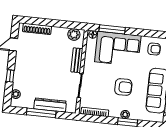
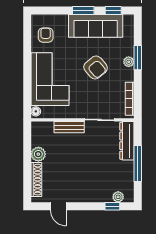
window: (112, 29) -> (27, 88), removed
plant: (74, 34) -> (38, 154), moved
window: (10, 76) -> (112, 206), moved
armchair: (123, 87) -> (96, 67), turned 140
dresser: (50, 105) -> (127, 141), moved

